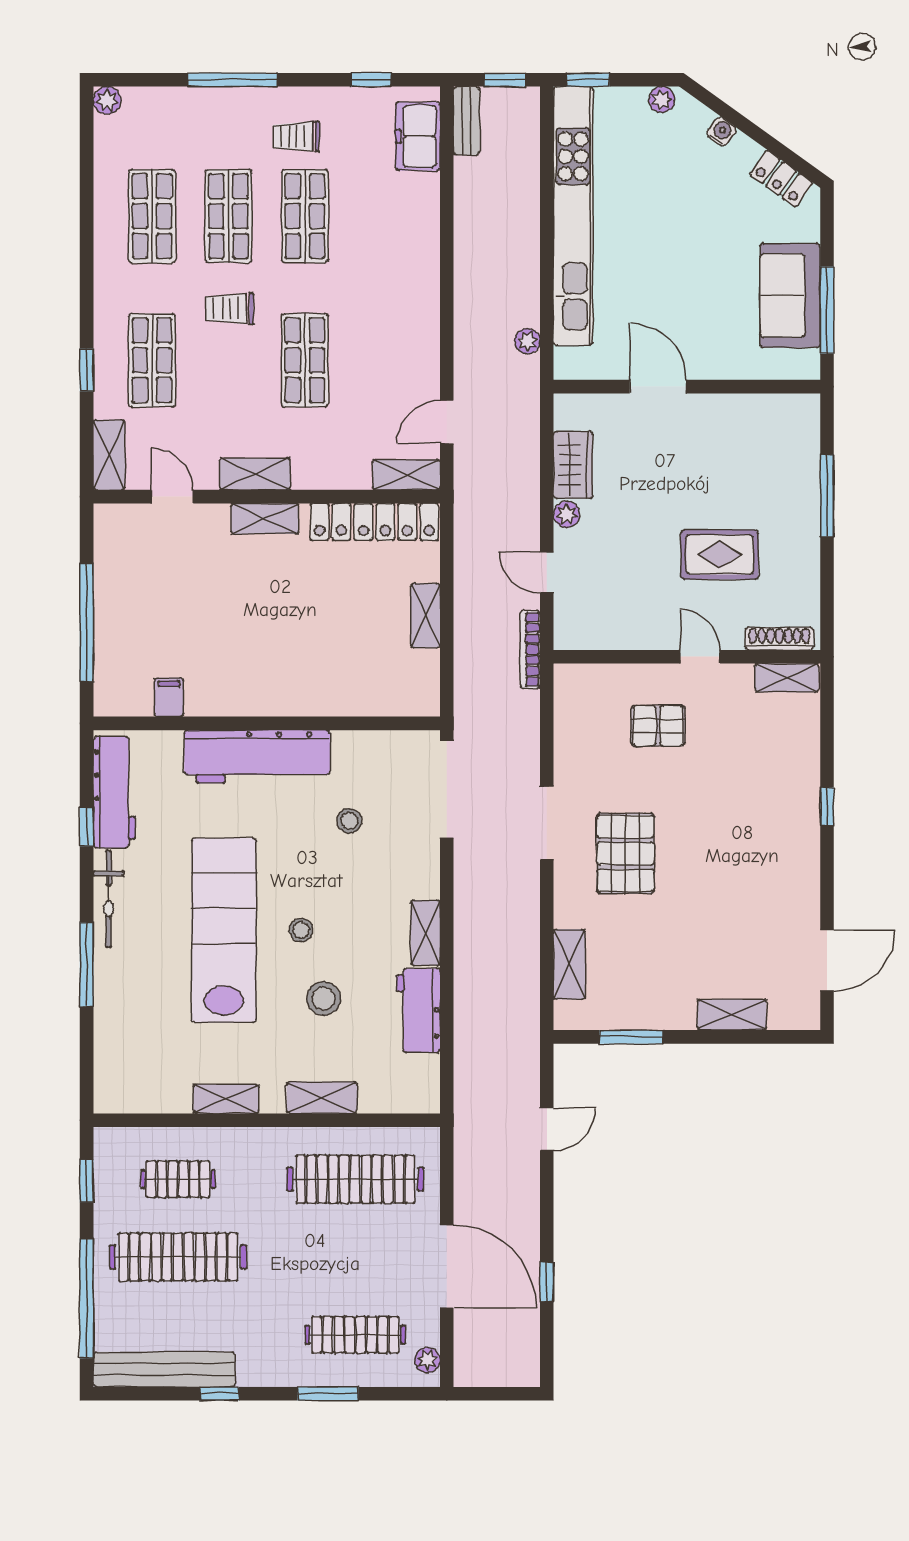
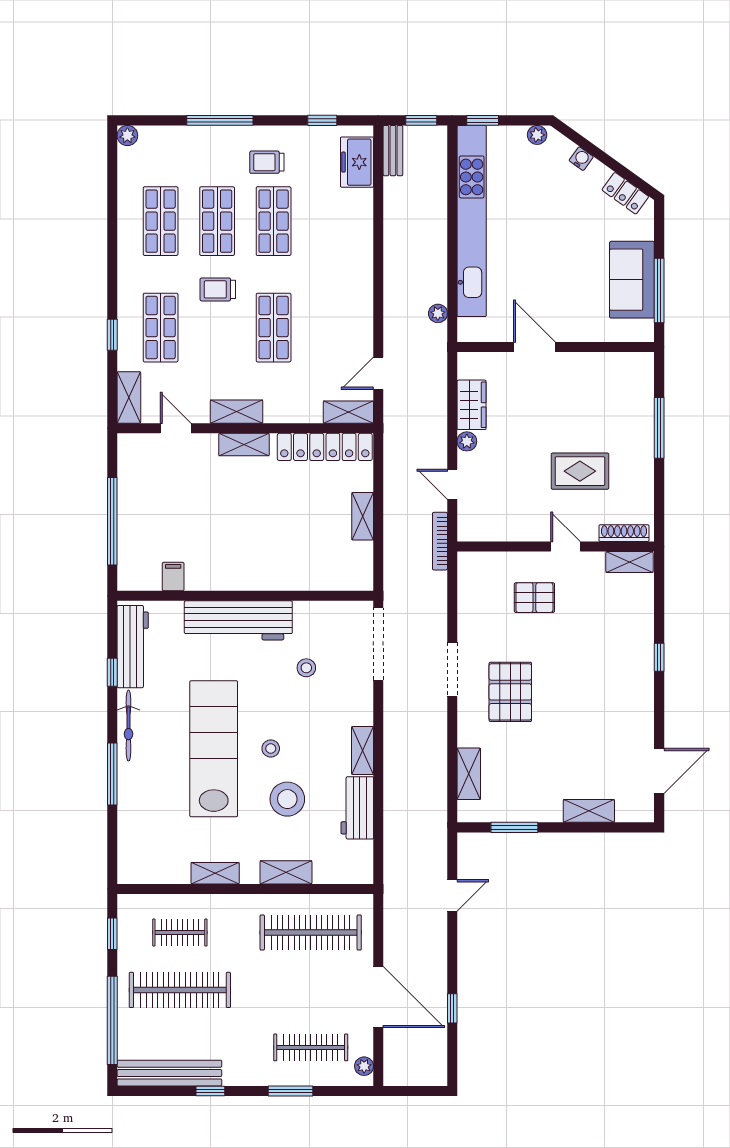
stool: (324, 999) -> (287, 799), width x1.38, depth x1.38

